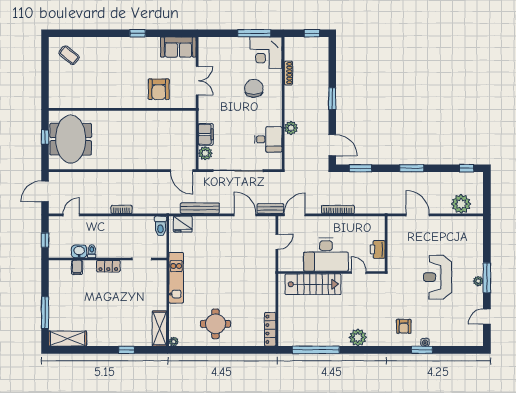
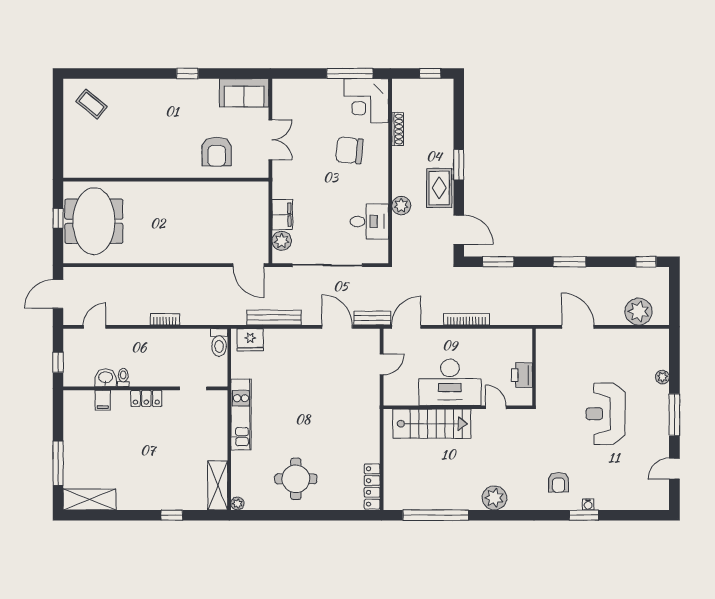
chair: (254, 88) -> (349, 150), turned -84
rug: (318, 115) -> (439, 188), added
plant: (478, 281) -> (662, 377), moved

